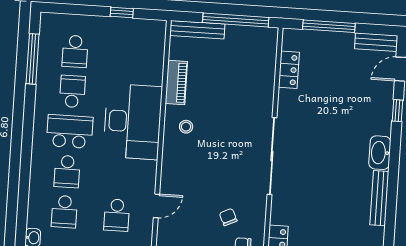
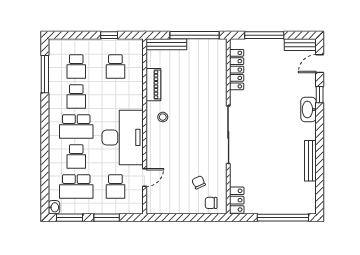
school desk: (127, 55) -> (115, 66), added
locker: (289, 70) -> (237, 70), width x1.53
school desk: (72, 91) -> (76, 96), turned 180
desk: (133, 122) -> (123, 137), moved
school desk: (70, 131) -> (76, 126), turned 180
washbasin: (380, 153) -> (308, 110), moved
school desk: (64, 212) -> (76, 186), width x1.85

